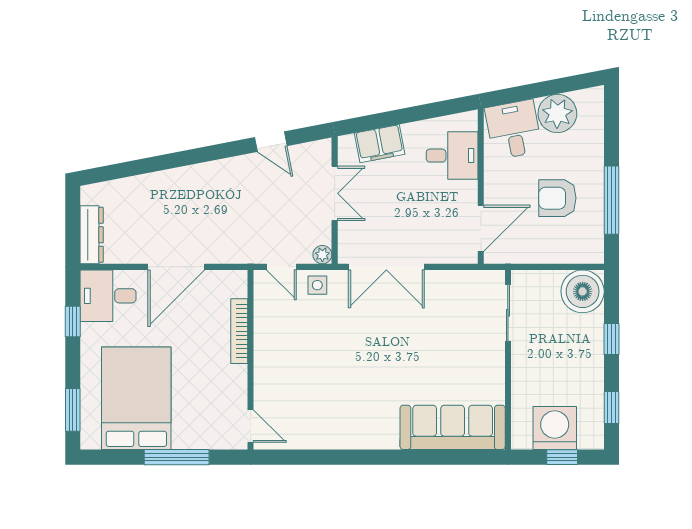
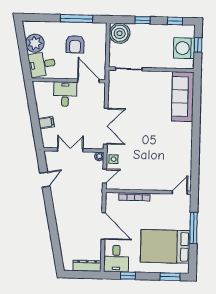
filing cabinet: (380, 144) -> (46, 123), width x0.50
desk: (452, 156) -> (65, 94), moved

